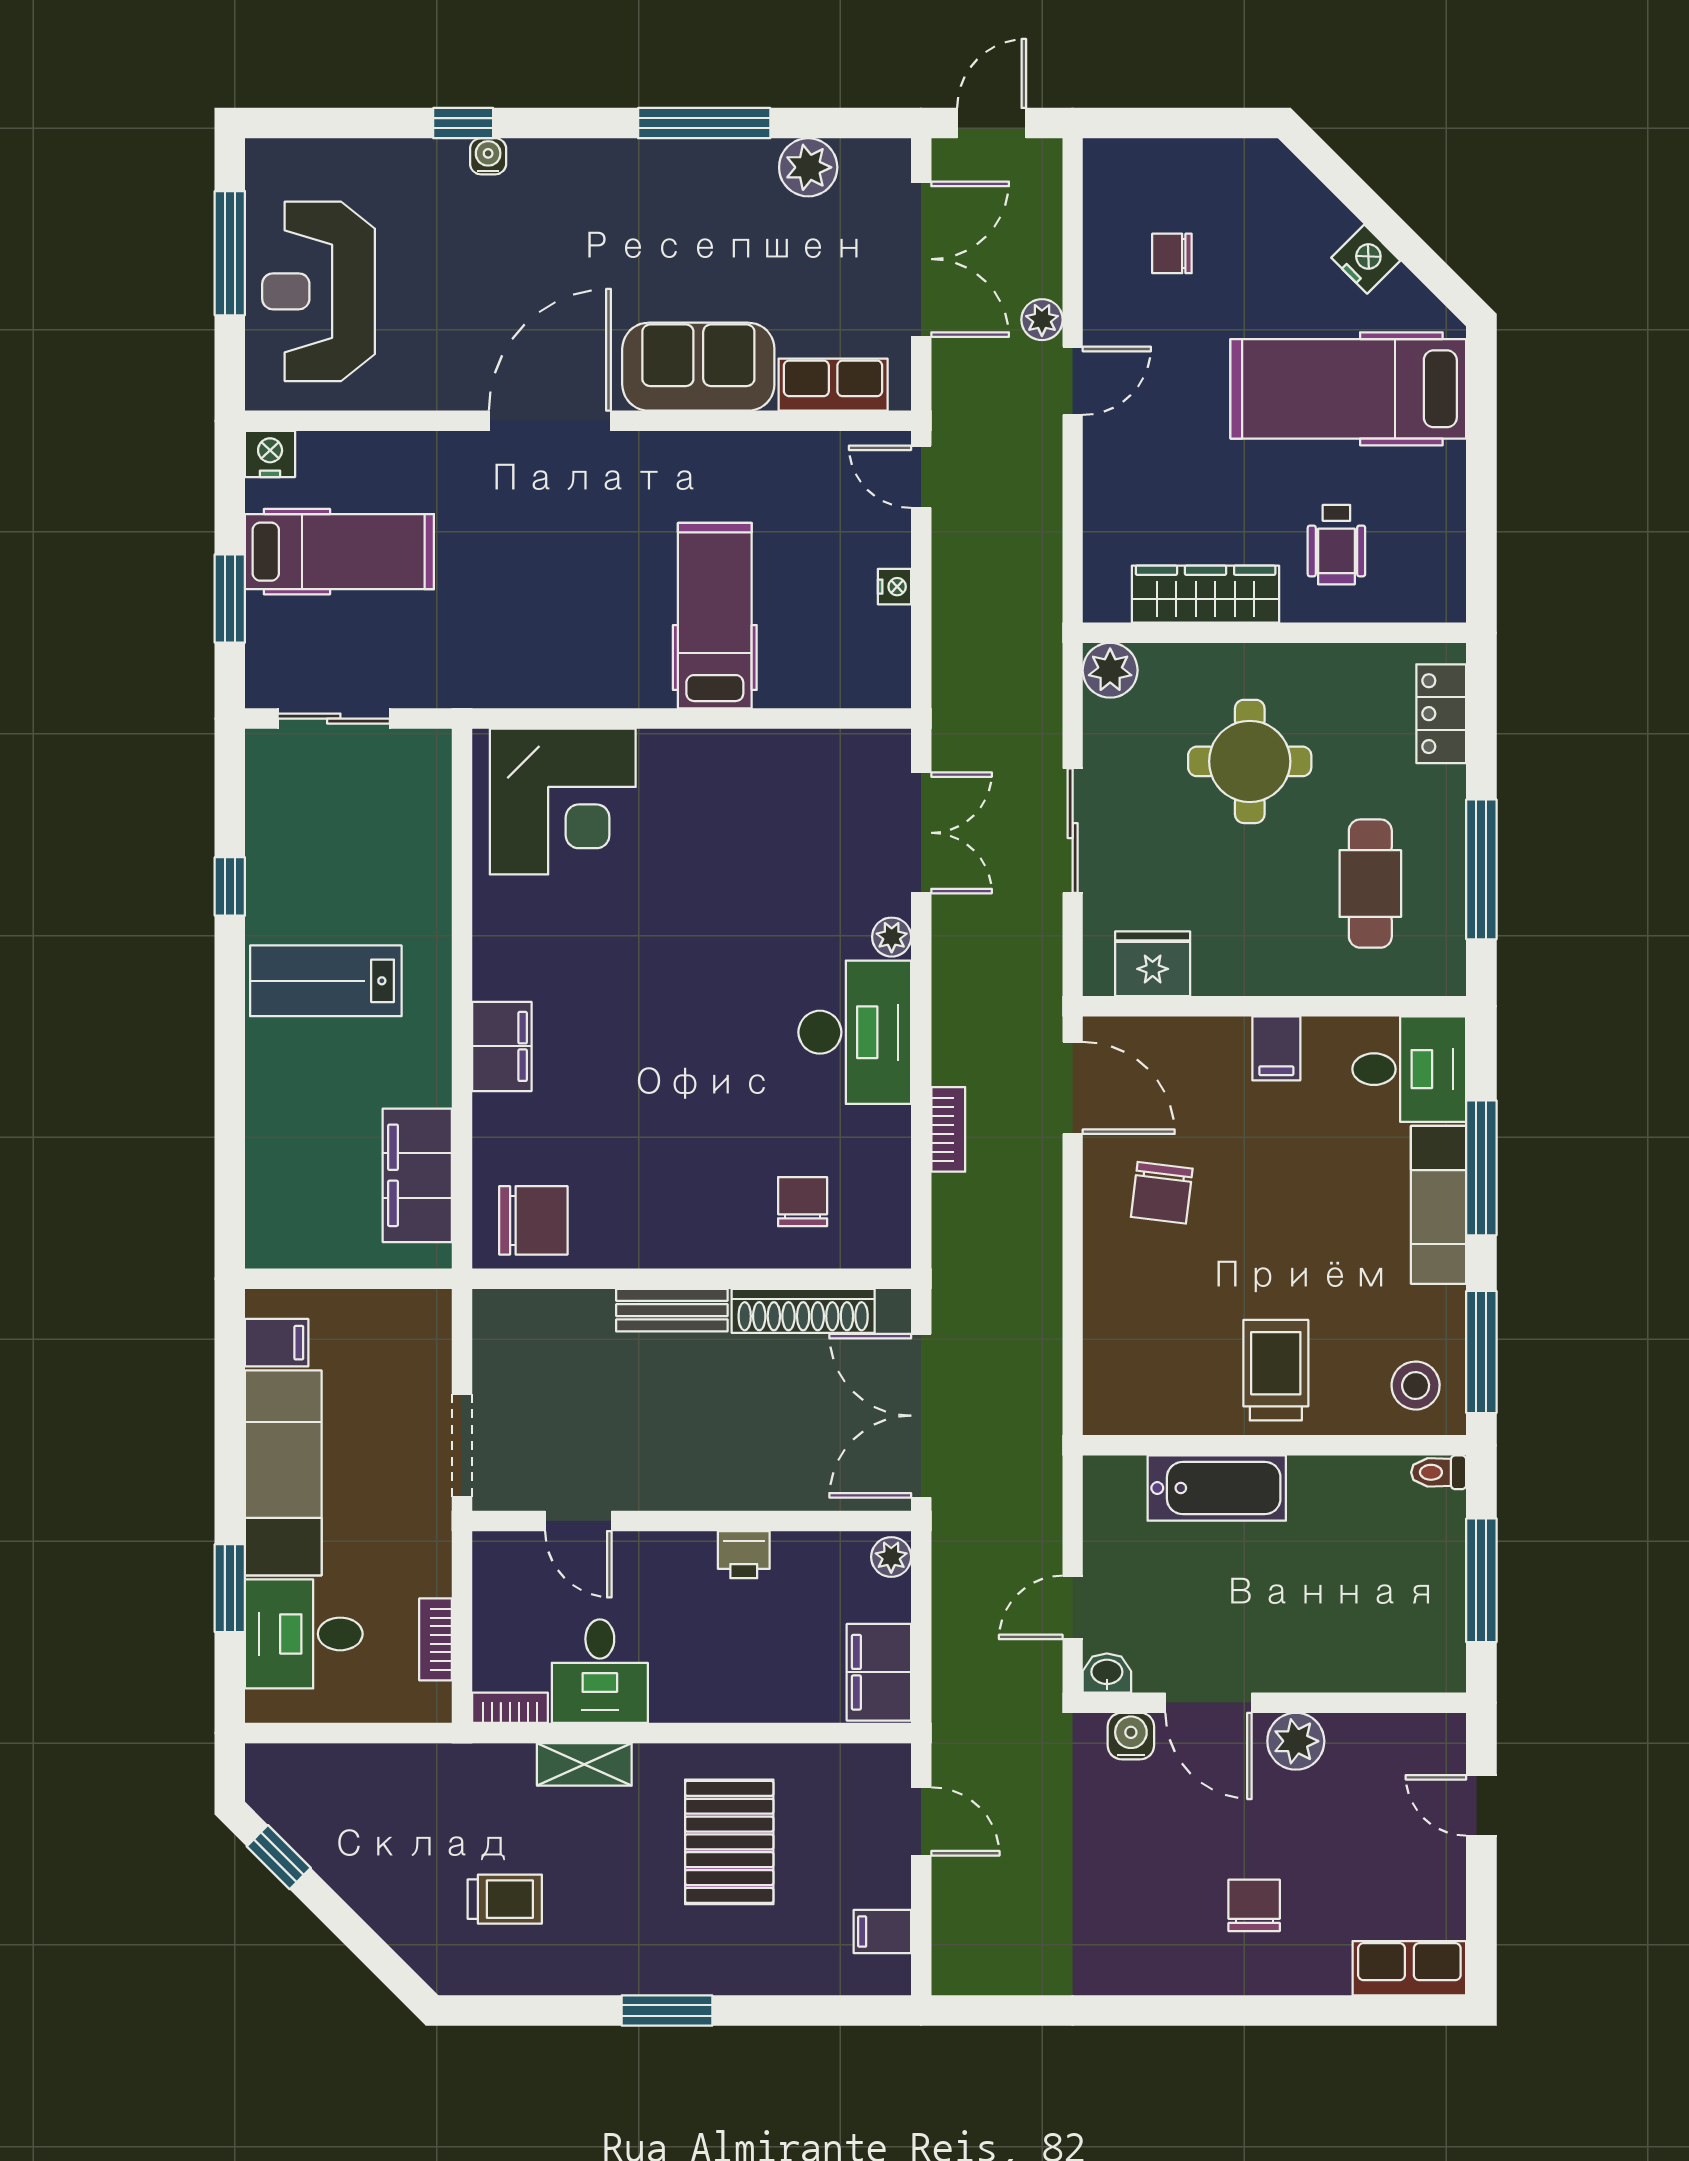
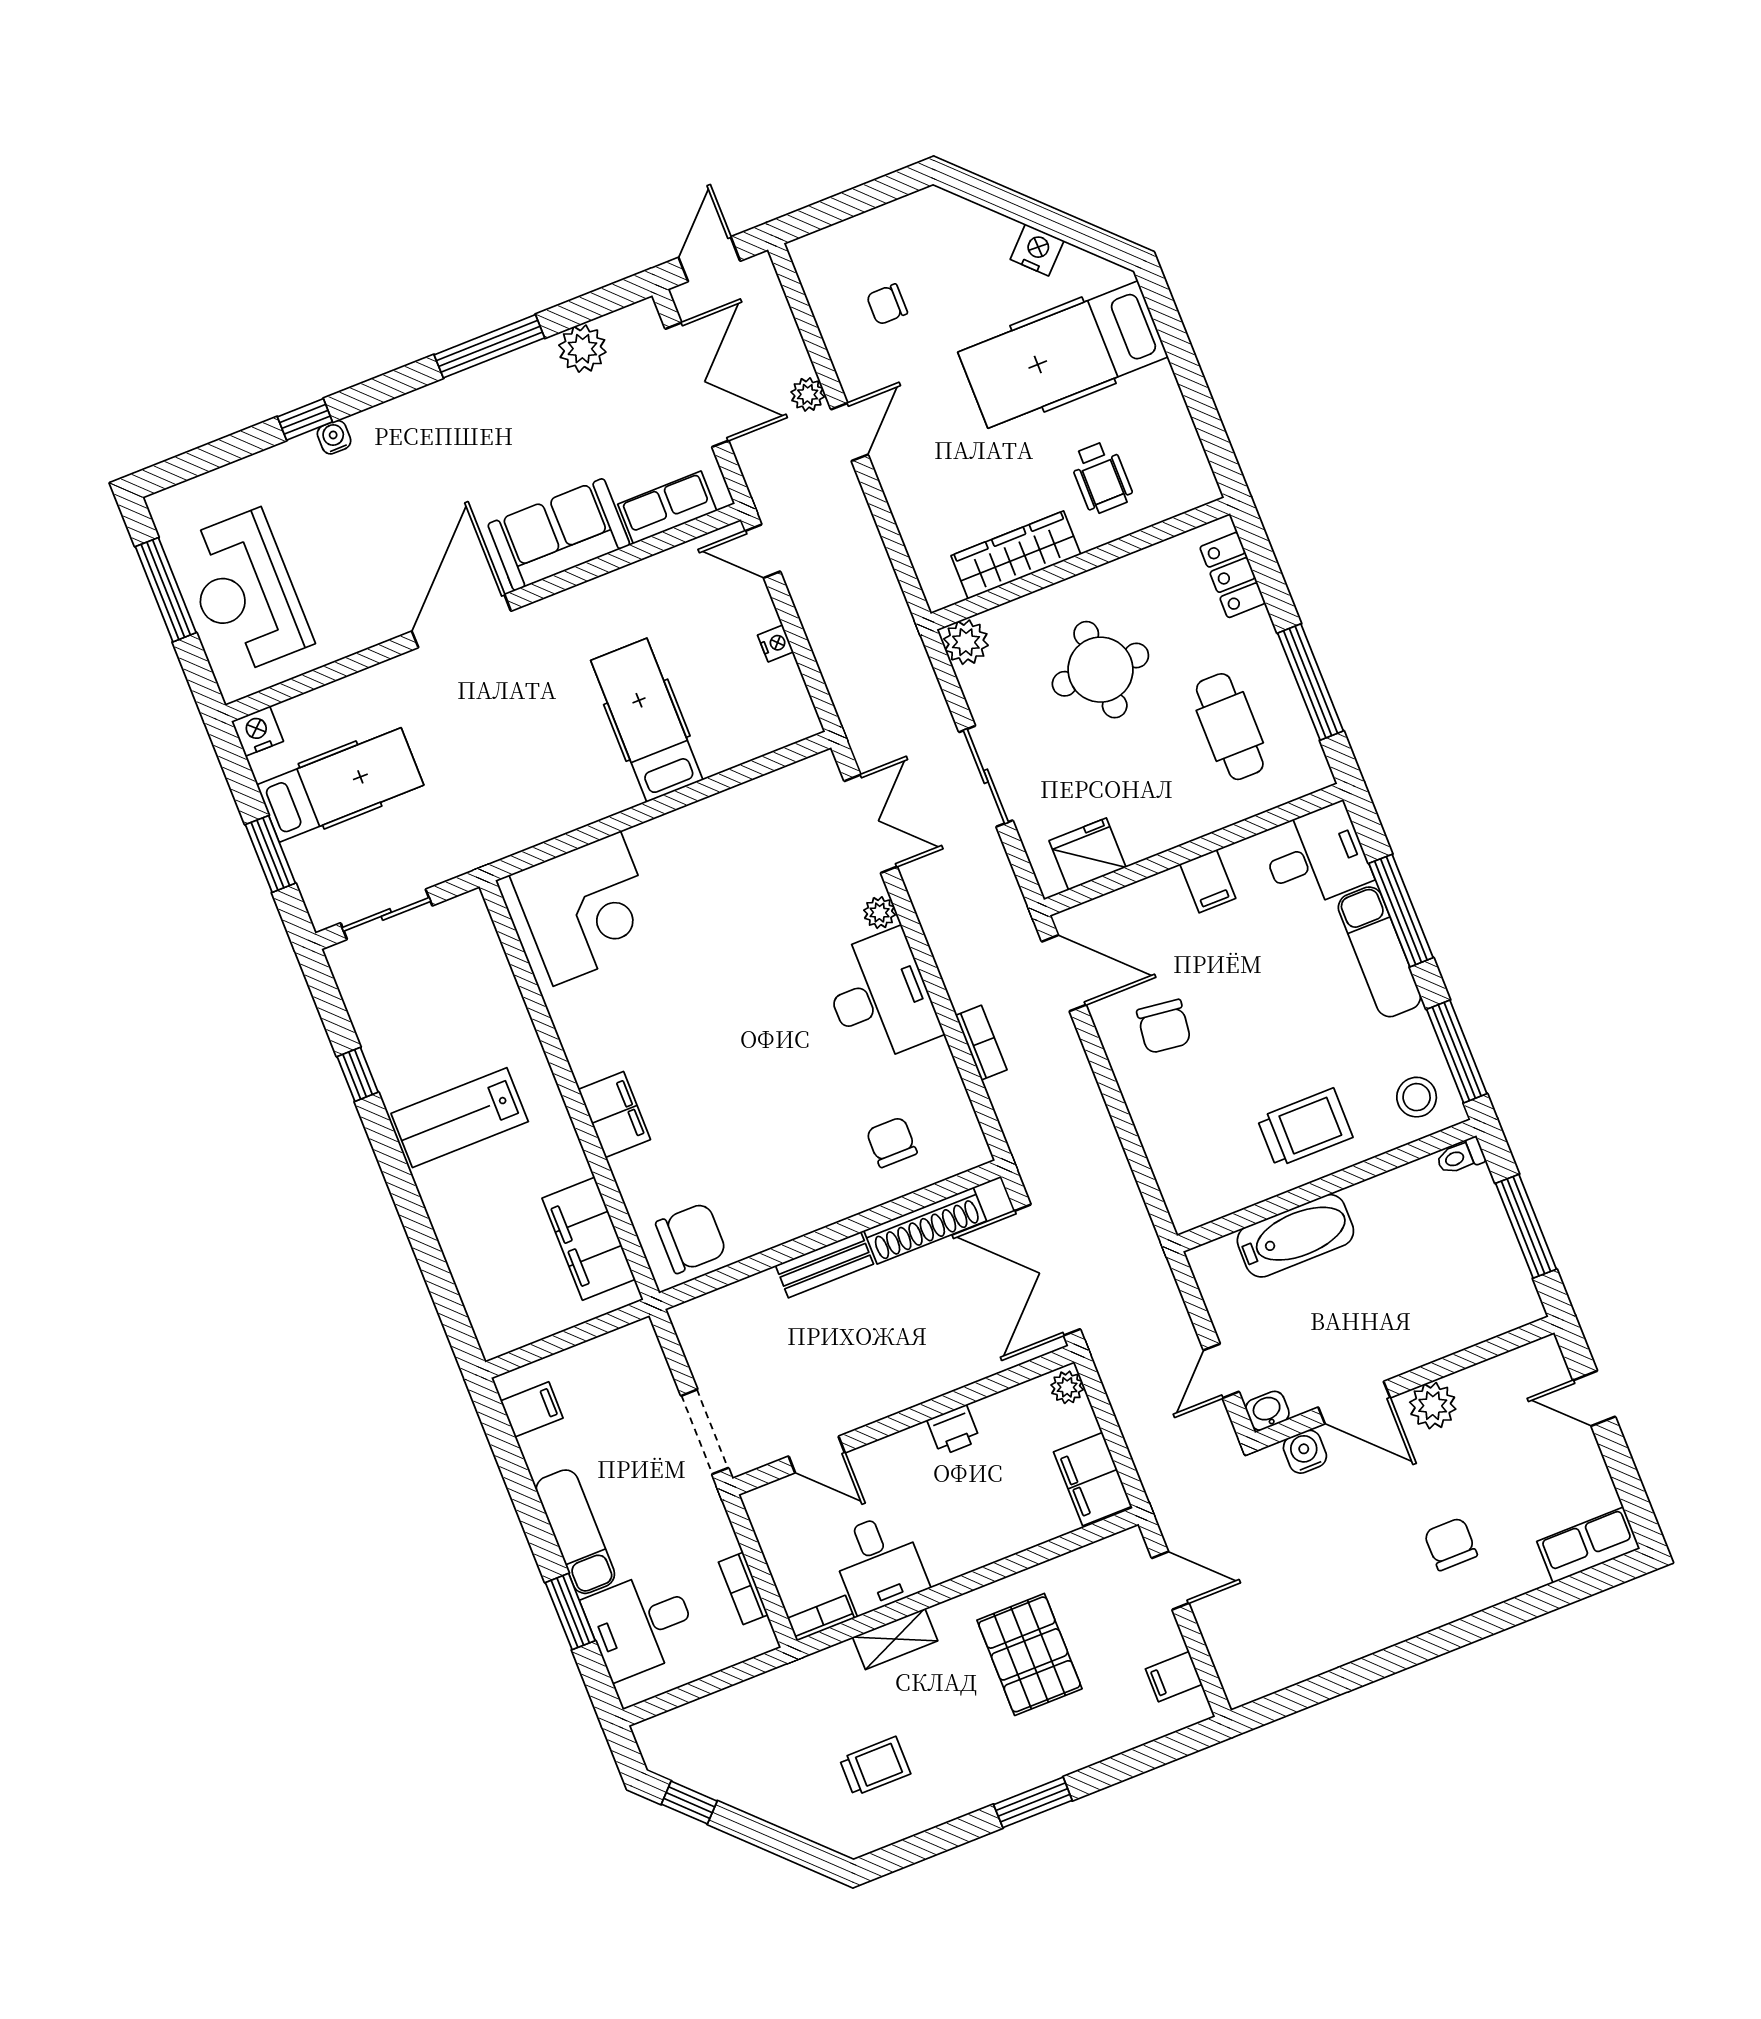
trolley: (1276, 1370) -> (1305, 1128), turned 90
exam couch: (283, 1473) -> (575, 1532), width x0.73, depth x0.69

